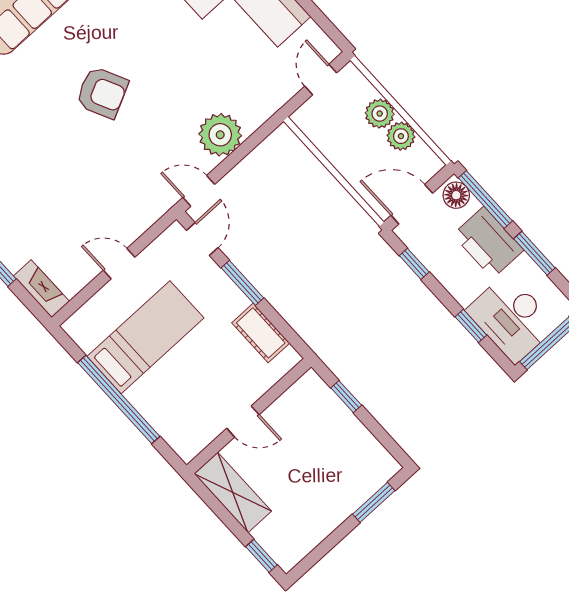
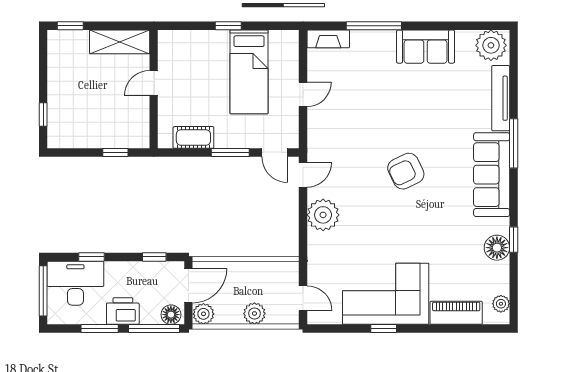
plant: (401, 136) -> (203, 314), moved
printer: (488, 242) -> (123, 311), width x0.73, depth x0.84
window: (119, 399) -> (228, 26), width x0.32
window: (374, 502) -> (43, 115), width x0.67

